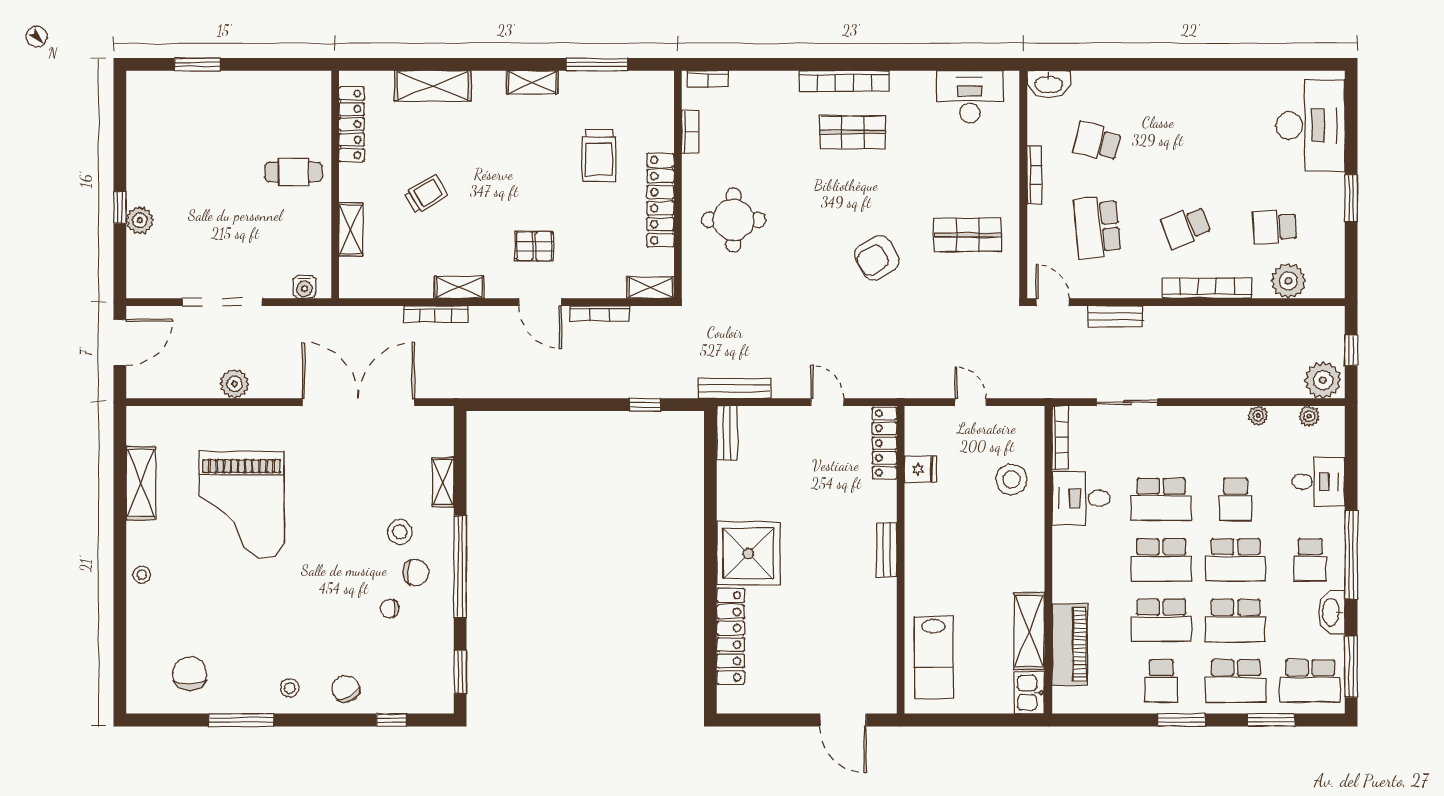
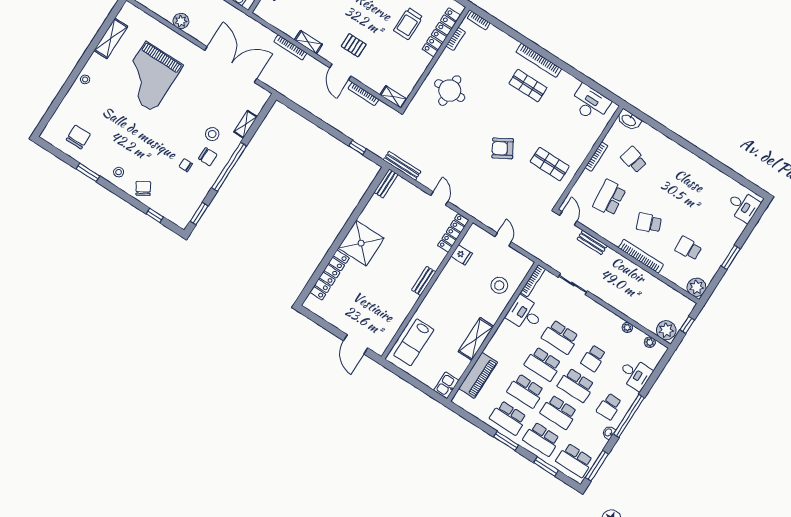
desk: (1310, 125) -> (743, 206), width x0.53, depth x0.77
locker: (661, 200) -> (441, 32), moved
plant: (1288, 281) -> (697, 287), moved
washbasin: (1332, 612) -> (609, 432), width x0.52, depth x0.69
shelving: (1029, 631) -> (476, 339), moved
school desk: (1161, 681) -> (508, 418), width x1.85
window: (241, 720) -> (88, 172), width x0.69

